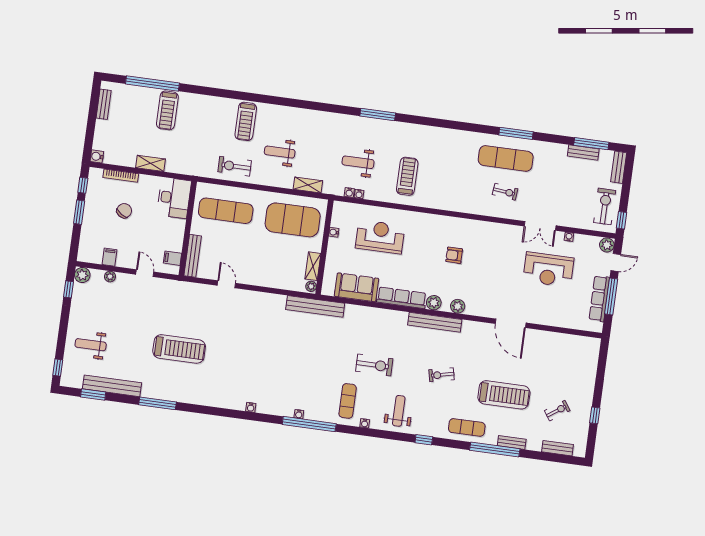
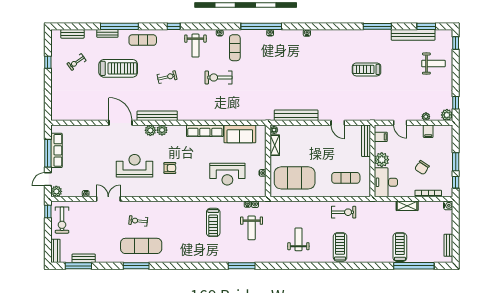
weight bench: (280, 152) -> (298, 239), moved, turned -90
weight bench: (358, 162) -> (252, 228), turned 90
shelving: (308, 185) -> (287, 206), removed
exercise mat: (226, 211) -> (346, 178), width x0.73, depth x0.69
plant: (175, 228) -> (382, 160), added
reception desk: (548, 270) -> (135, 166), moved
plant: (434, 303) -> (150, 130), moved
bench: (315, 306) -> (296, 115), moved
bench: (435, 322) -> (157, 116), moved
treadmill: (179, 349) -> (367, 69), width x0.73, depth x0.73
treadmill: (504, 395) -> (118, 68), turned 180

